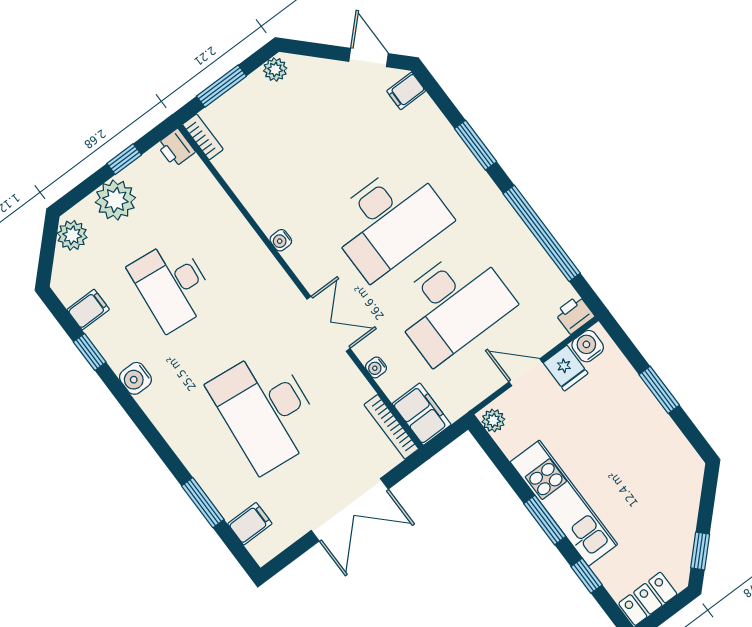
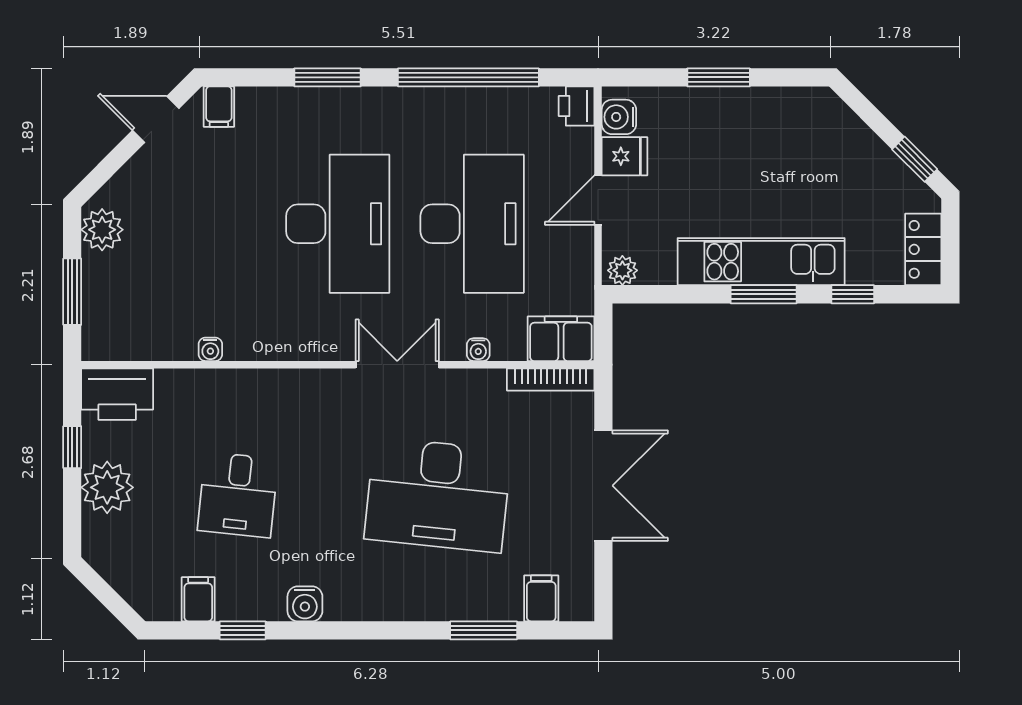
plant: (275, 69) -> (102, 230), width x1.38, depth x1.38
bookcase: (203, 137) -> (110, 350), removed
printer: (176, 148) -> (117, 394), width x1.87, depth x1.48
plant: (72, 235) -> (110, 559), removed
water cooler: (281, 240) -> (210, 349), moved
desk: (172, 285) -> (238, 495), width x0.73

